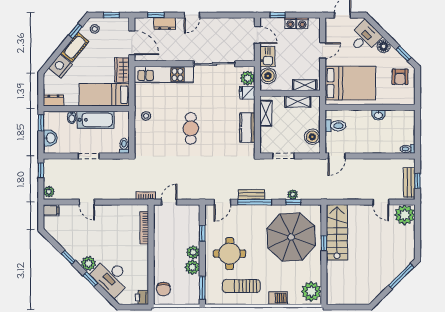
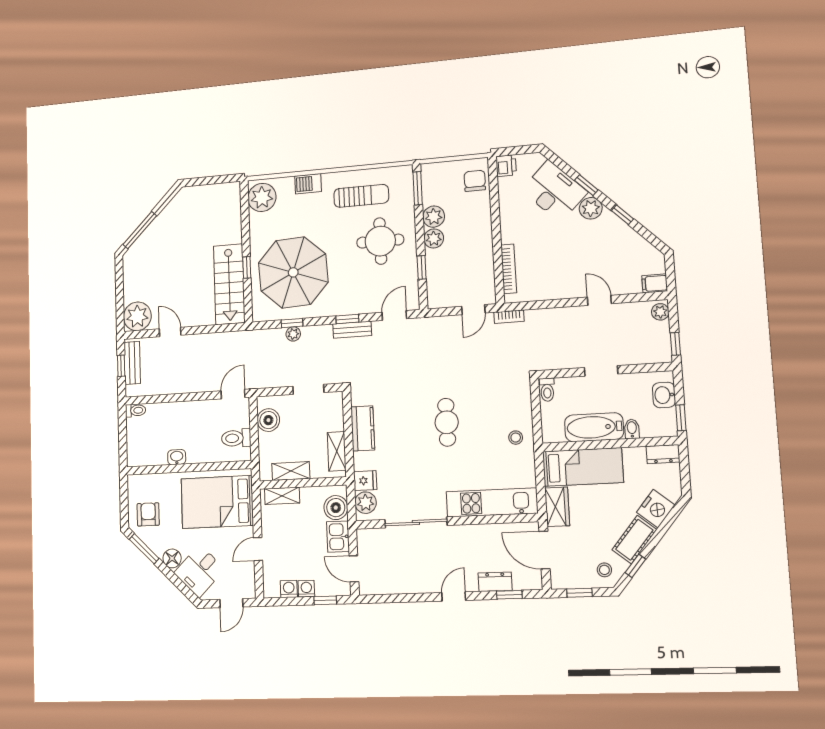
window: (404, 54) -> (144, 549), width x1.50
window: (255, 202) -> (347, 319), width x0.46

